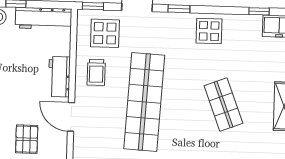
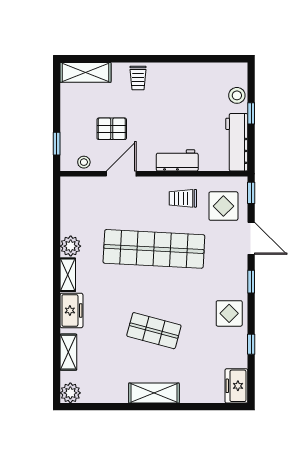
window: (259, 11) -> (251, 344), moved
shop shelf: (223, 104) -> (154, 331), turned 36
door: (71, 117) -> (121, 174), moved

